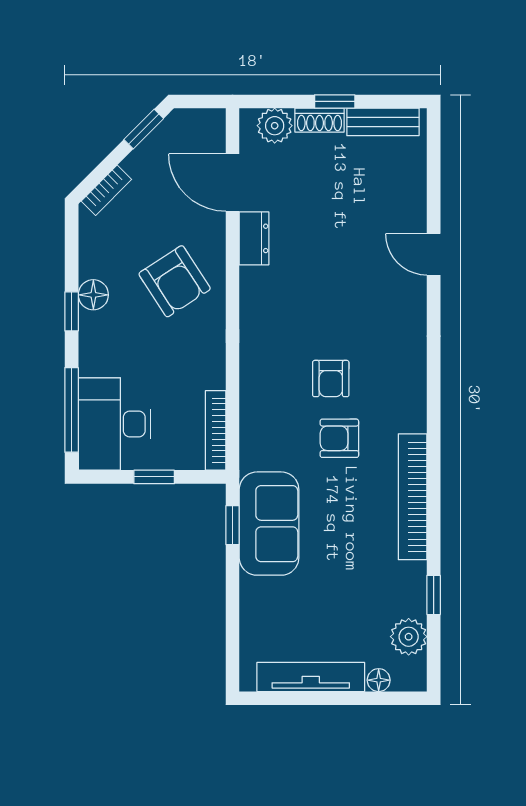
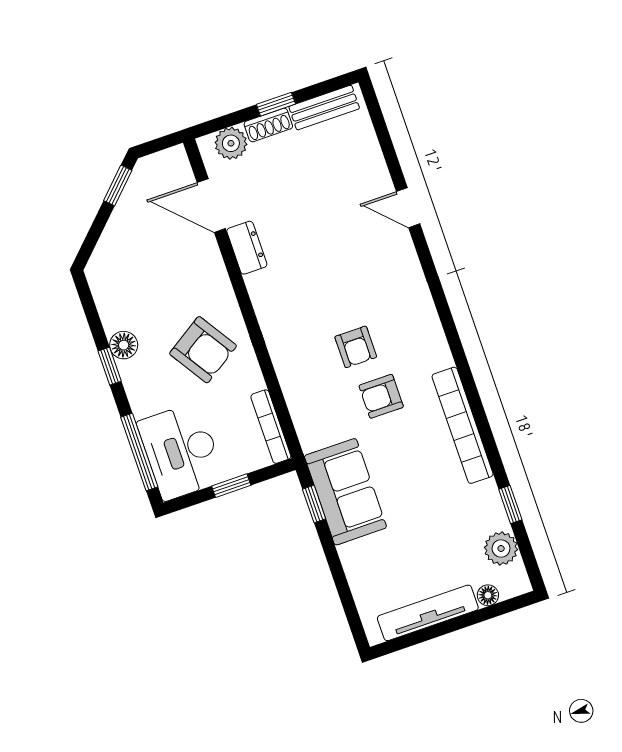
bookcase: (106, 190) -> (104, 250), removed
armchair: (175, 281) -> (203, 350), moved

